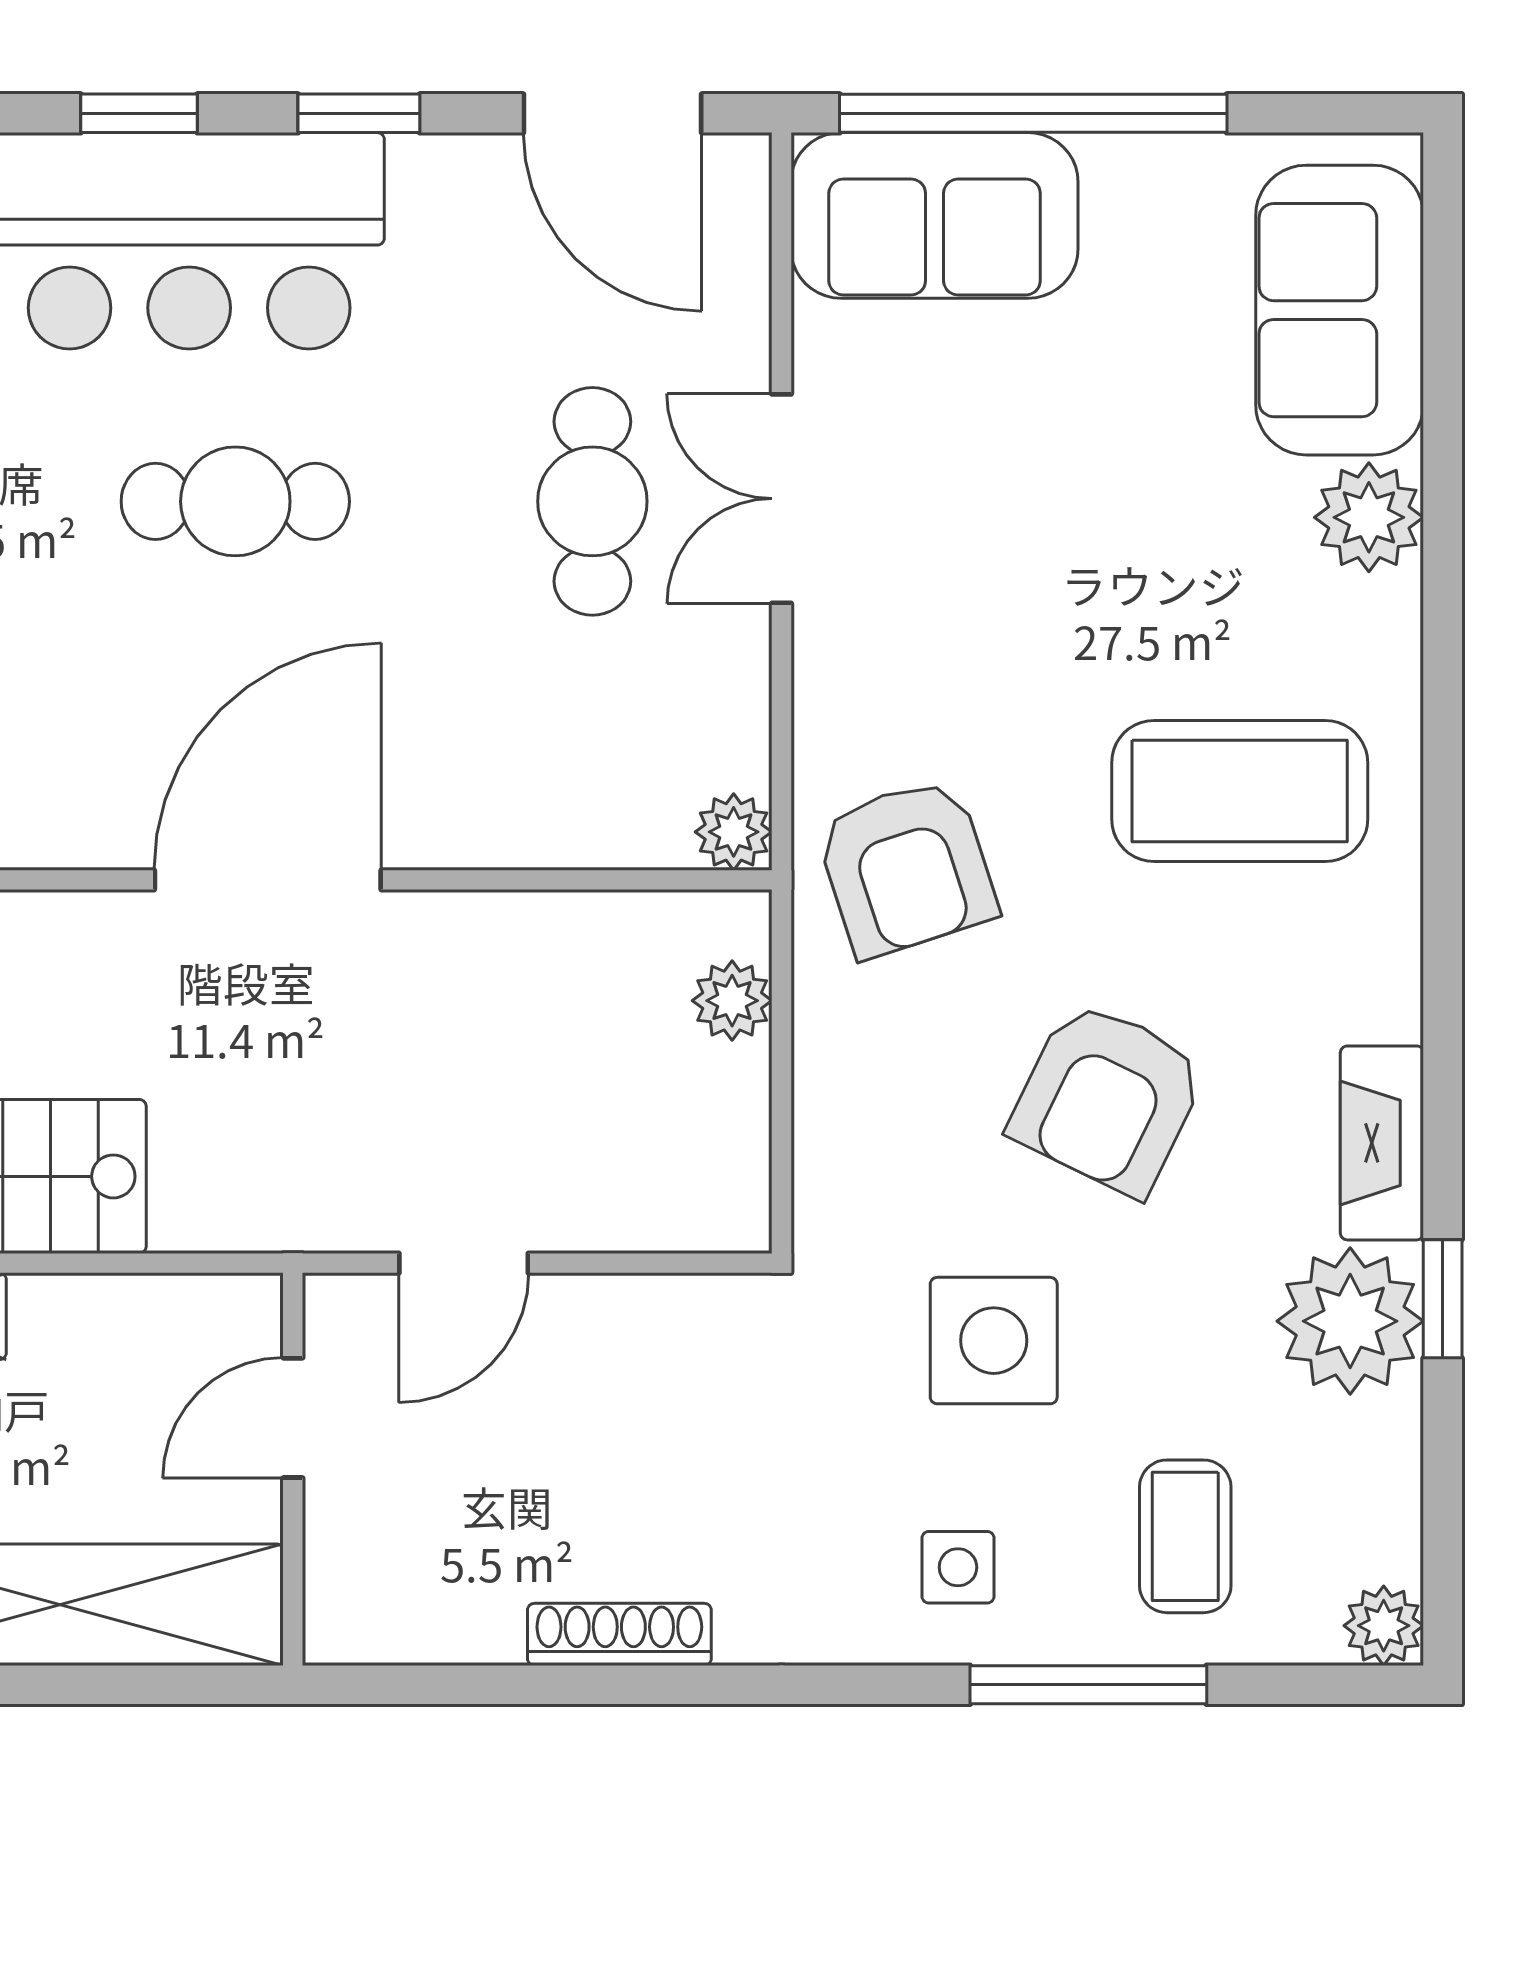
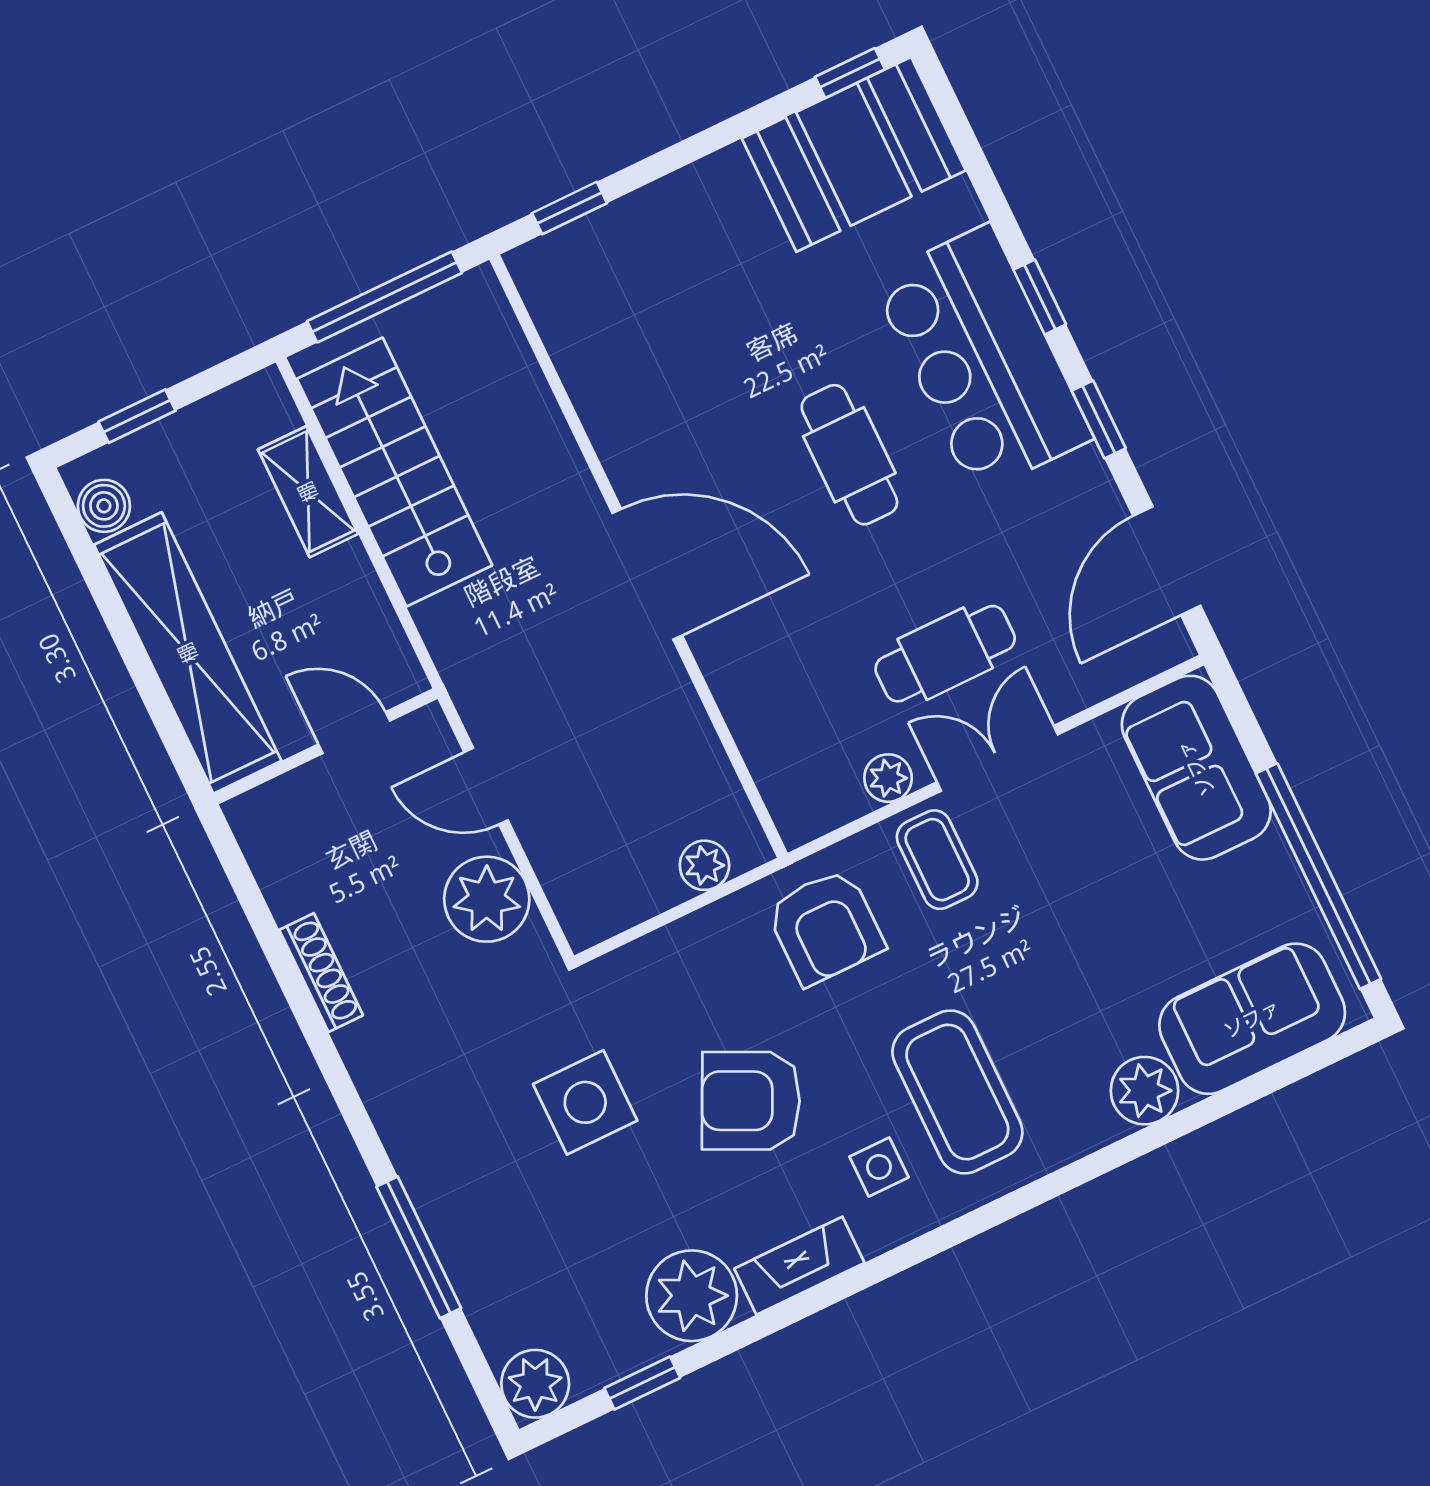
window: (1033, 113) -> (1319, 876), moved
plant: (734, 832) -> (888, 778), moved
armchair: (906, 867) -> (825, 927), turned -72
window: (1443, 1299) -> (642, 1383), moved
plant: (629, 1341) -> (487, 899), added
coffee table: (1185, 1536) -> (937, 860), moved, turned 90
side table: (958, 1567) -> (879, 1167), moved
plant: (1384, 1626) -> (535, 1384), width x1.38, depth x1.38

